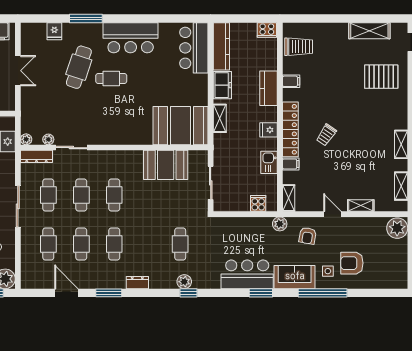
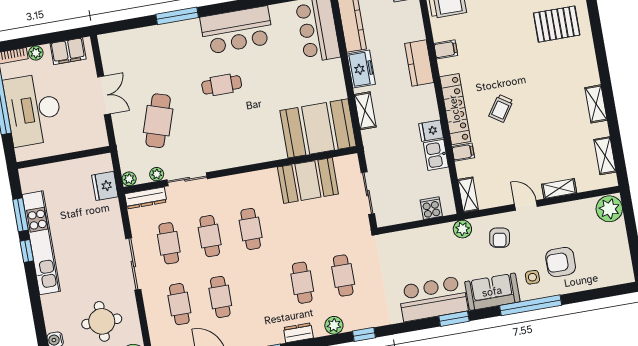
fridge: (54, 31) -> (141, 39), removed
cafe table: (79, 67) -> (158, 121), moved
fridge: (269, 130) -> (431, 131), moved
cafe table: (114, 244) -> (302, 283), moved
plant: (184, 282) -> (334, 325), moved

